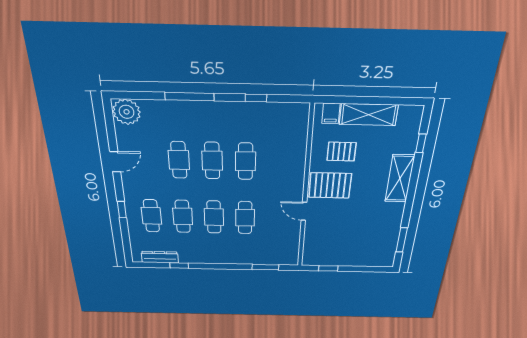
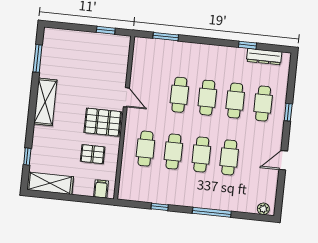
plant: (127, 112) -> (263, 209), width x0.53, depth x0.53
shelving: (369, 115) -> (50, 183), moved
cafe table: (279, 162) -> (145, 149), added
shelving: (400, 179) -> (45, 102), moved

